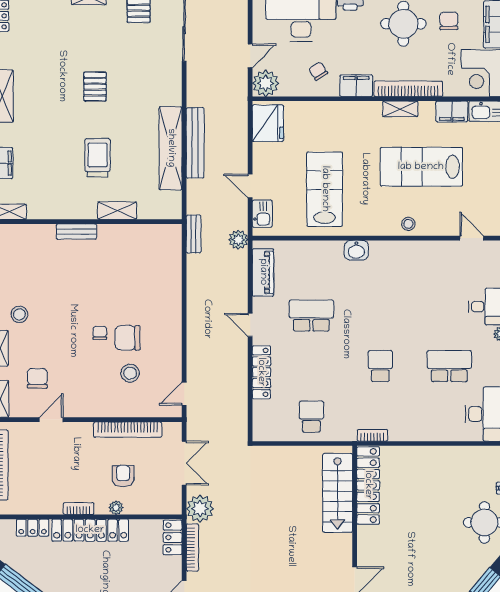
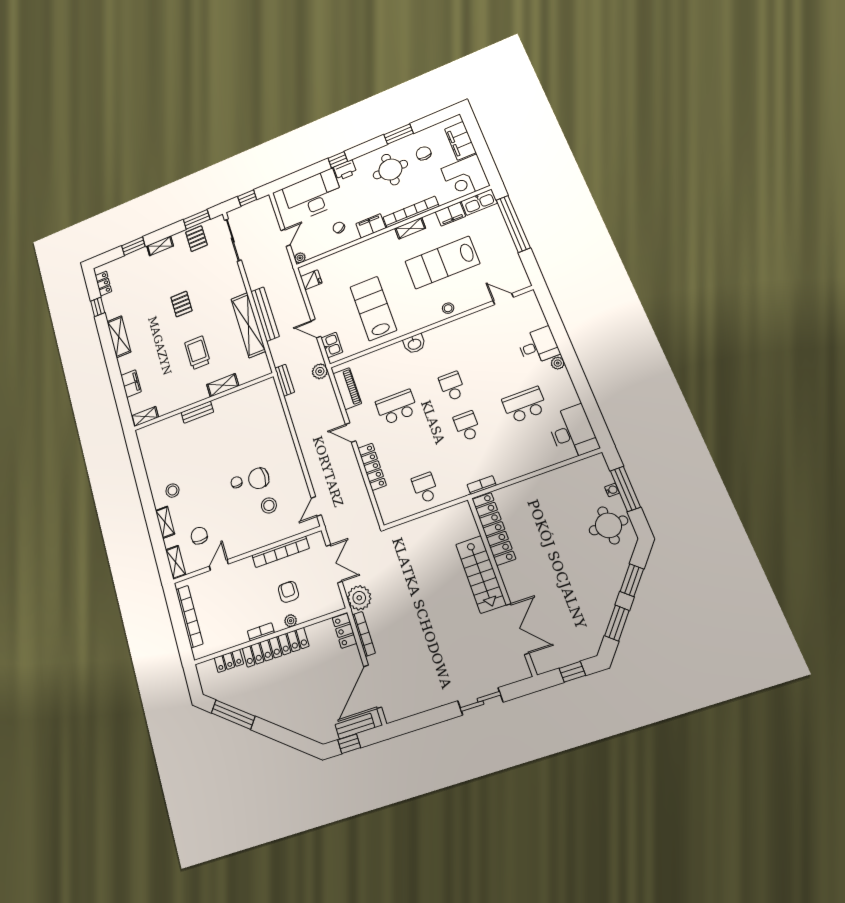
plant: (266, 83) -> (300, 258), width x0.53, depth x0.53
fridge: (268, 123) -> (311, 280), width x0.53, depth x0.75
school desk: (380, 316) -> (452, 386), added
stairs: (338, 493) -> (481, 574), moved

